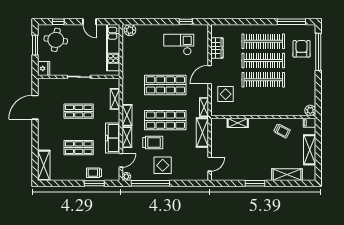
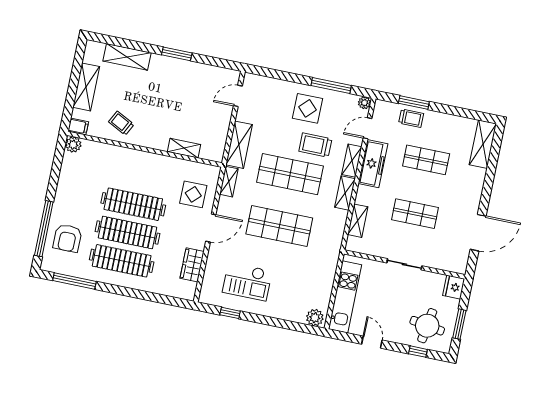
window: (150, 183) -> (331, 86), width x0.68

